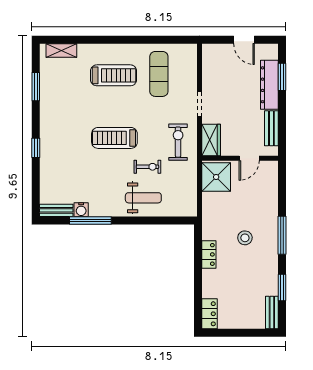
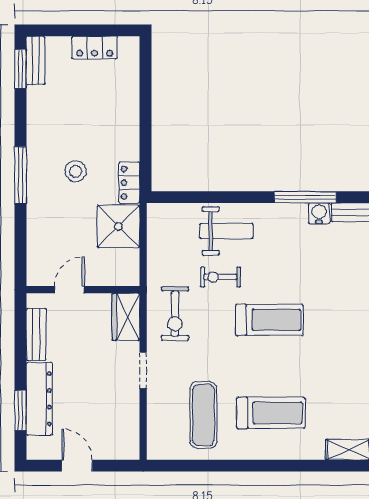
treadmill: (114, 75) -> (271, 413), turned 180
shower: (216, 177) -> (118, 226), moved
weight bench: (143, 198) -> (227, 231), turned 180
locker: (209, 254) -> (129, 183), moved
window: (282, 287) -> (20, 69), moved
locker: (209, 314) -> (95, 48), moved, turned -90

